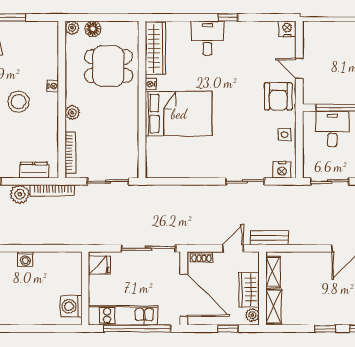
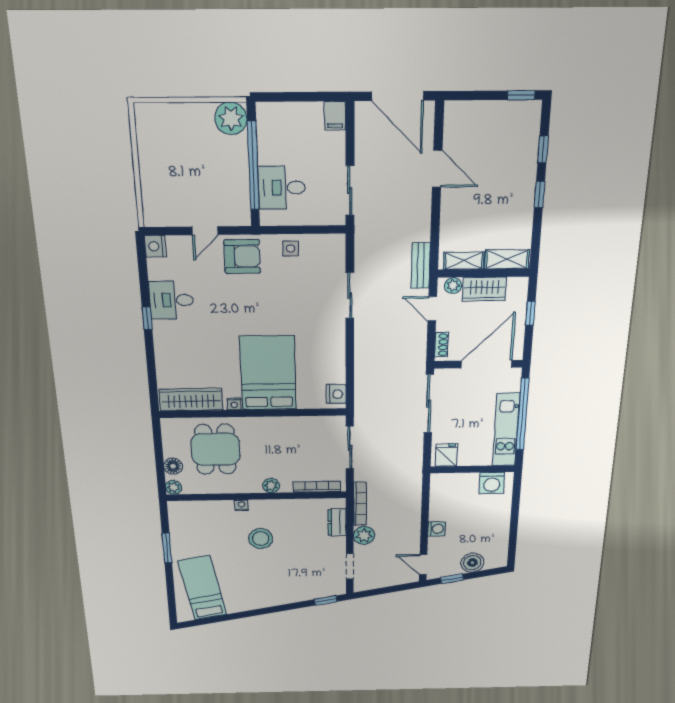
desk: (207, 38) -> (171, 300), moved
nightstand: (282, 170) -> (336, 394), moved
plant: (252, 315) -> (453, 286), moved

